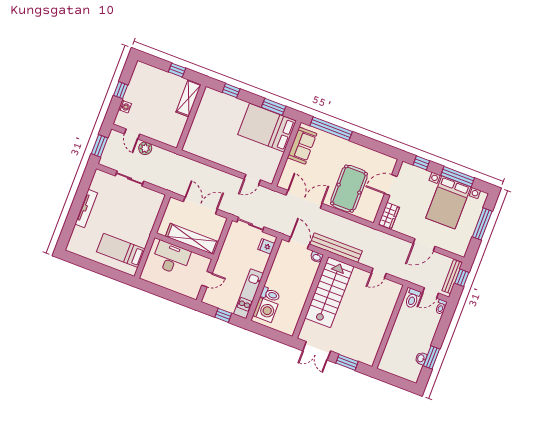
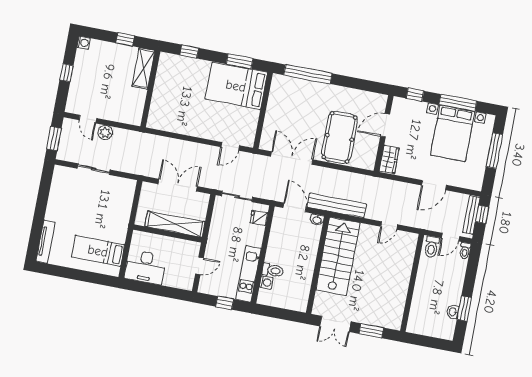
washing machine: (125, 107) -> (84, 43), moved
sofa: (302, 146) -> (279, 99), removed
tv unit: (86, 209) -> (46, 242), moved
desk: (171, 258) -> (145, 267), moved, turned 180
washing machine: (265, 310) -> (266, 282), width x0.53, depth x0.53

